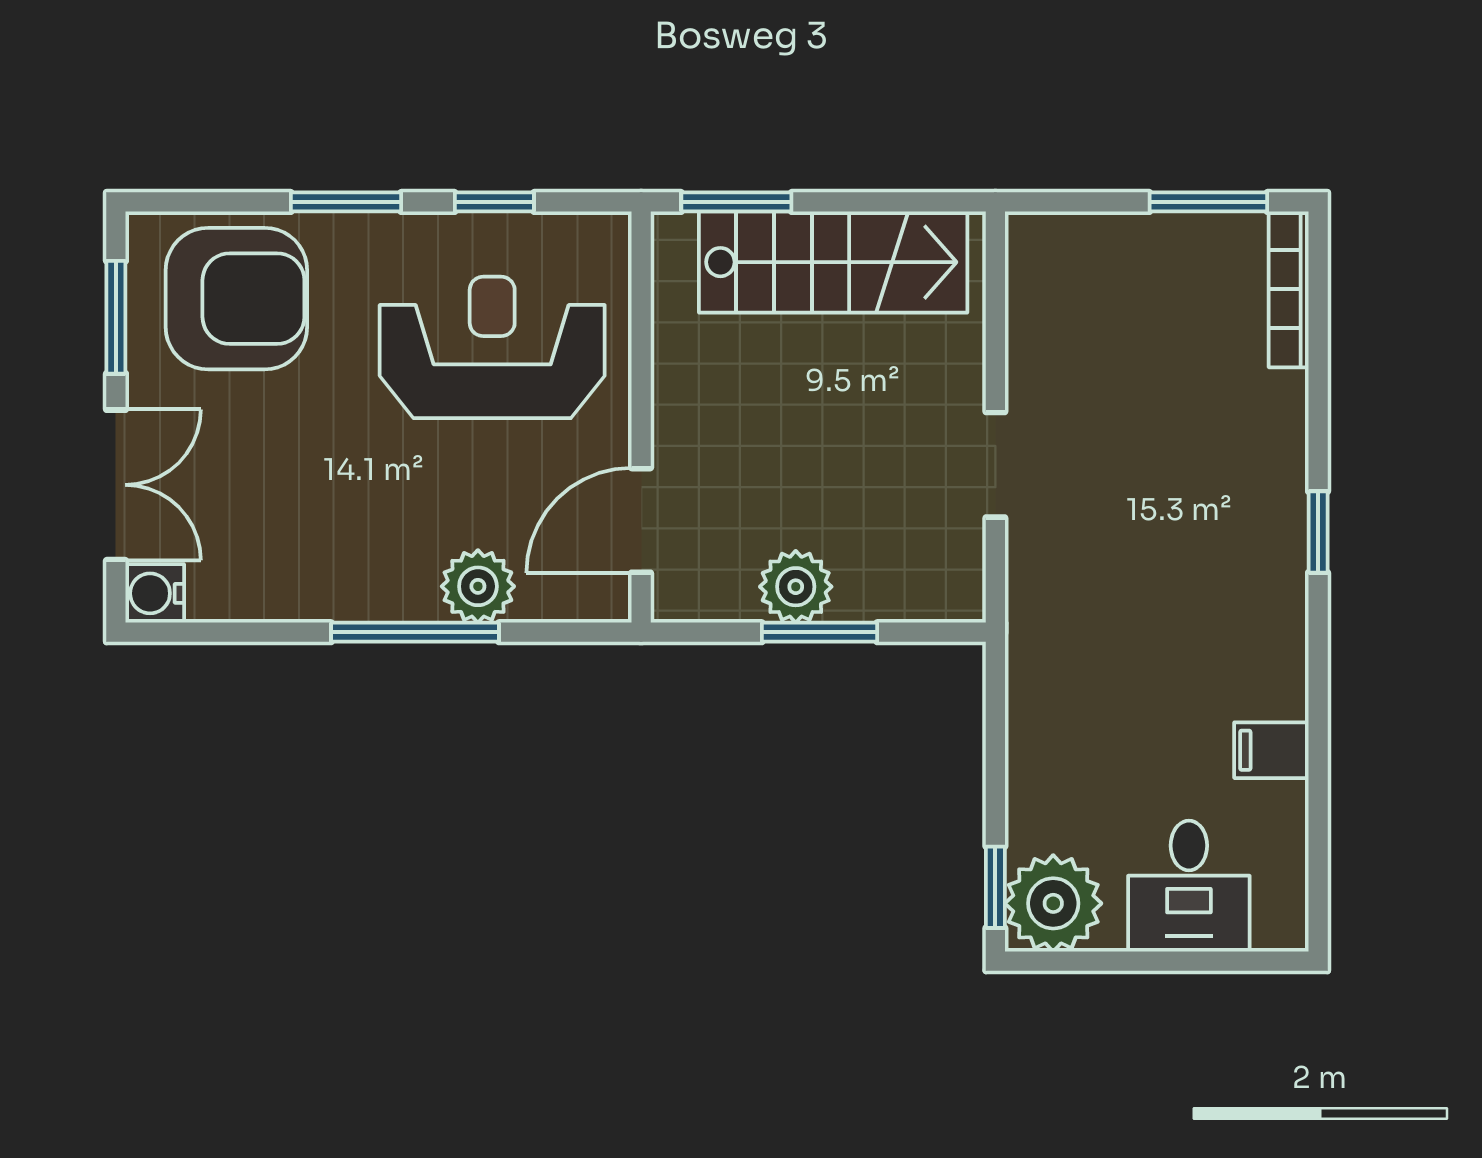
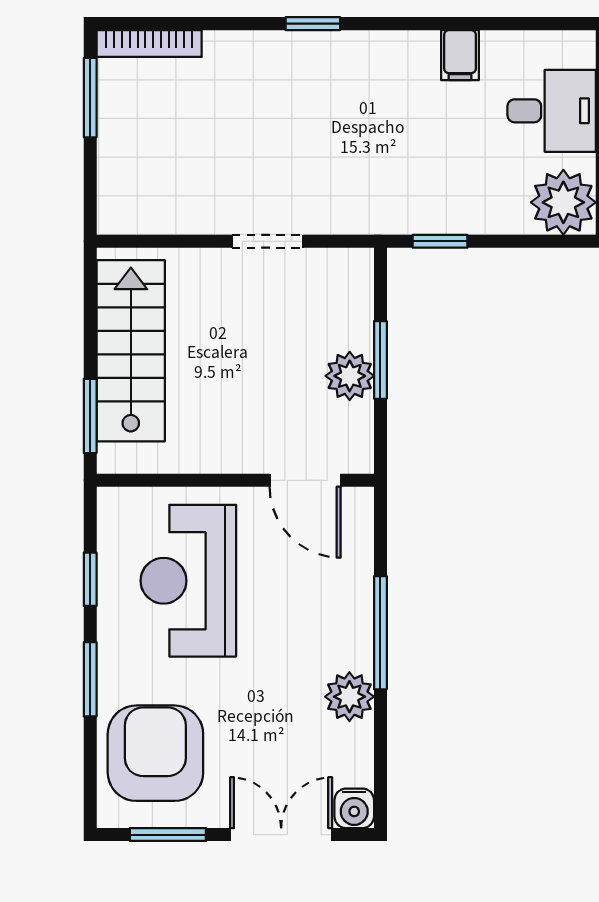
plant: (478, 586) -> (349, 697), moved
window: (995, 887) -> (440, 241), moved

